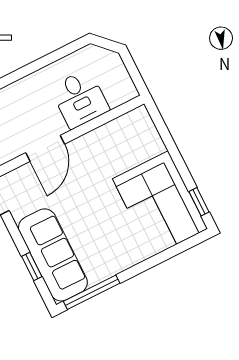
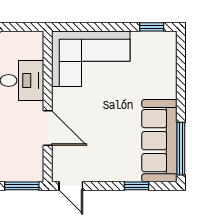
corner sofa: (160, 204) -> (91, 59), moved
sofa: (53, 255) -> (159, 141), moved, turned -90

